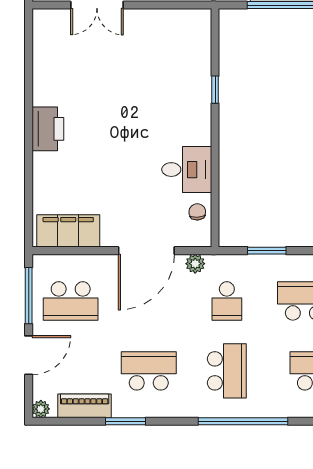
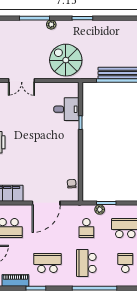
desk: (187, 170) -> (66, 109), moved
plant: (195, 264) -> (100, 209), moved
school desk: (227, 371) -> (86, 263), turned 180

